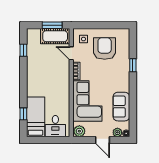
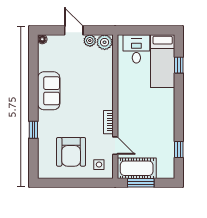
corner sofa: (87, 101) -> (94, 82), removed
sofa: (121, 107) -> (49, 91), moved
plant: (117, 132) -> (90, 41), moved

